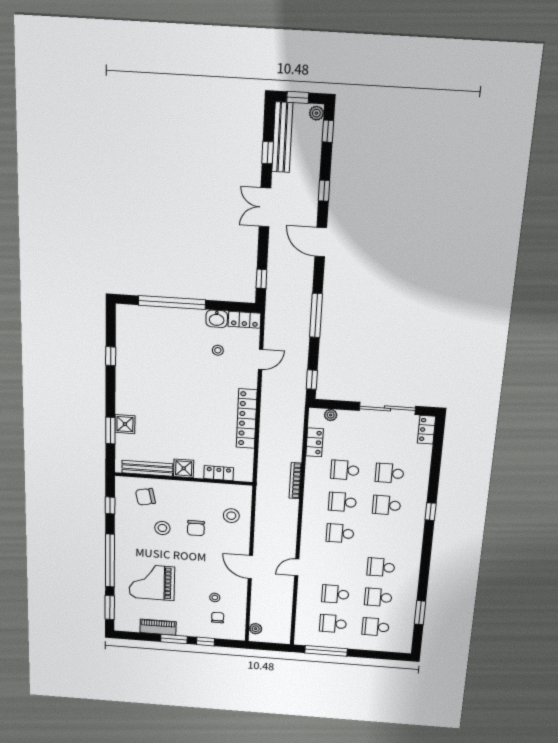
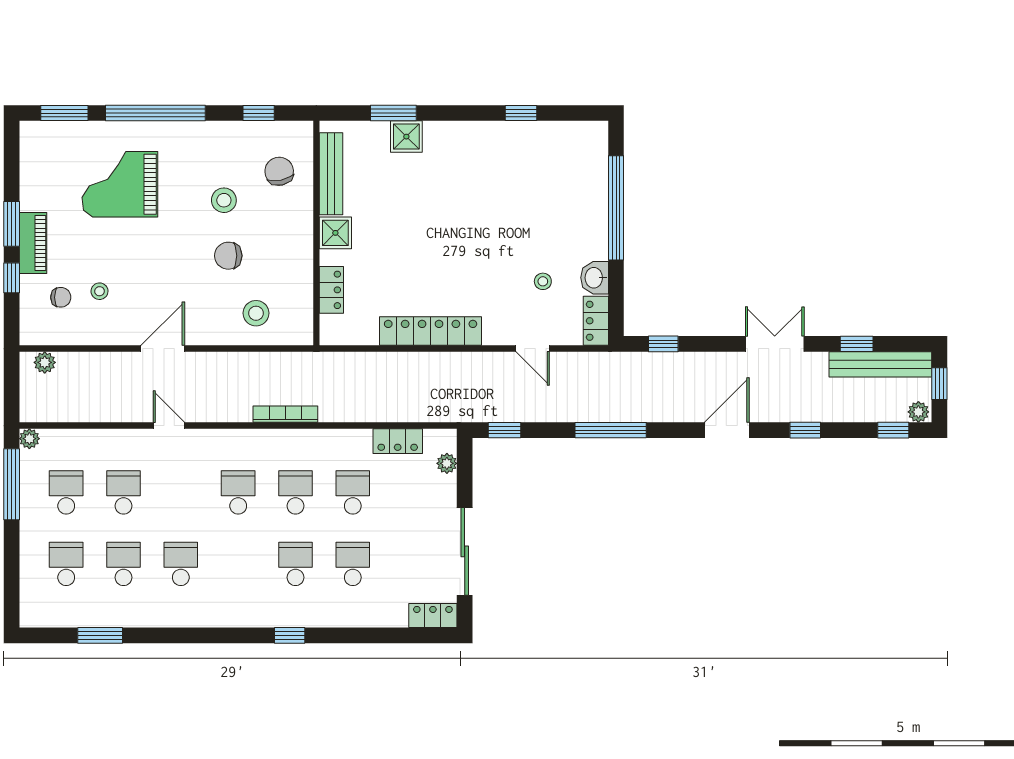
bookcase: (295, 481) -> (285, 414), moved
grand piano: (152, 582) -> (120, 184), turned -90
piano: (158, 627) -> (33, 243), moved
plant: (300, 640) -> (29, 439), added

